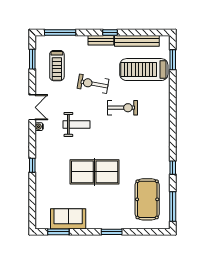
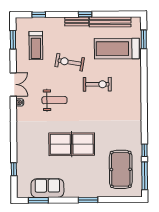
window: (60, 32) -> (39, 15), width x0.46
window: (32, 165) -> (14, 169), moved
window: (173, 168) -> (144, 150), moved

